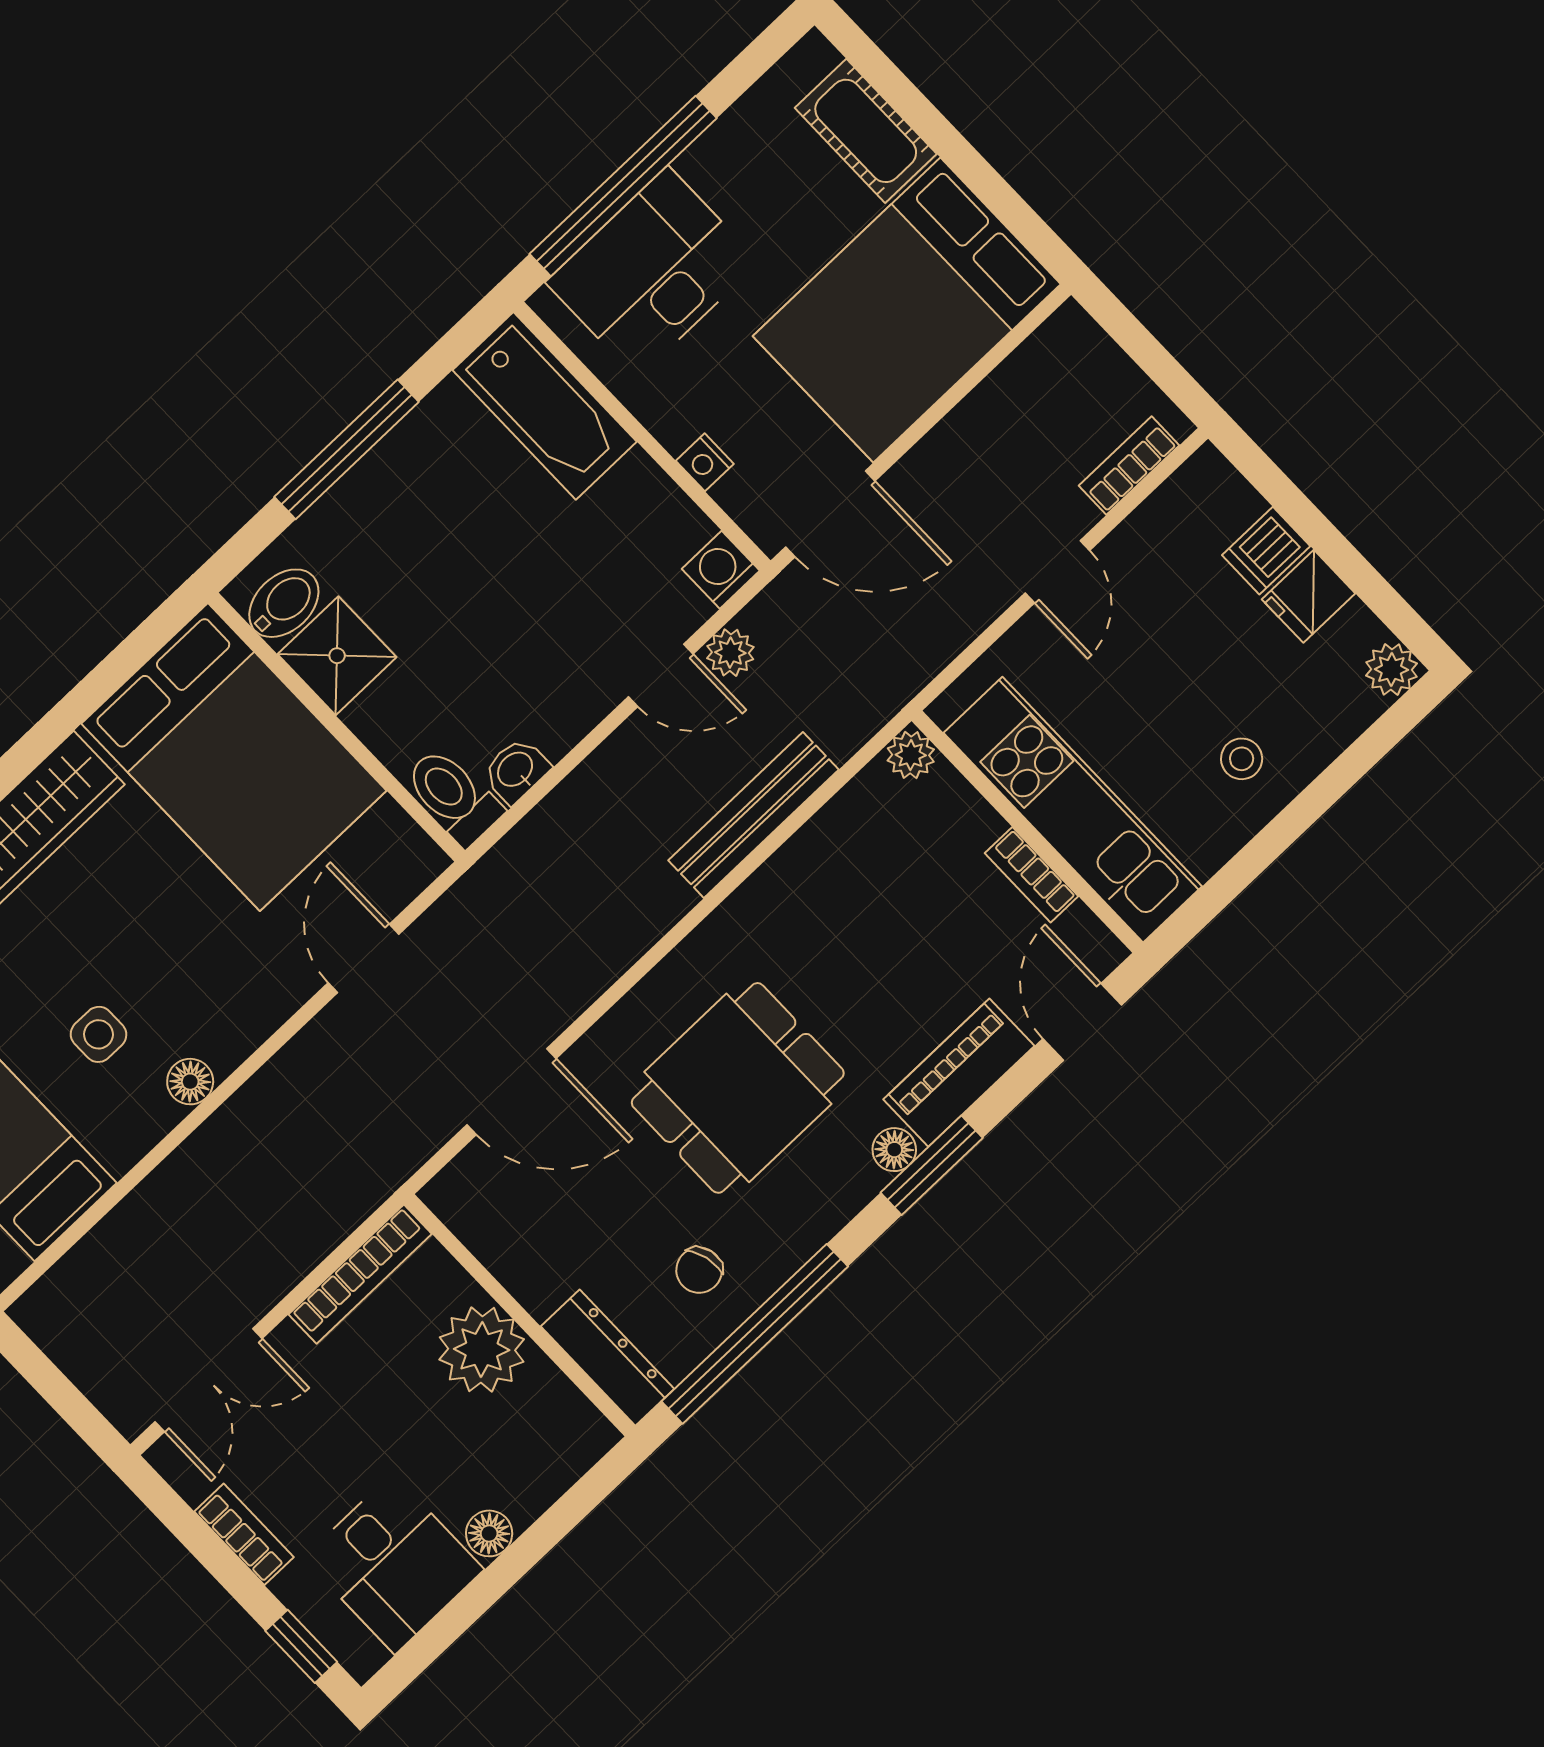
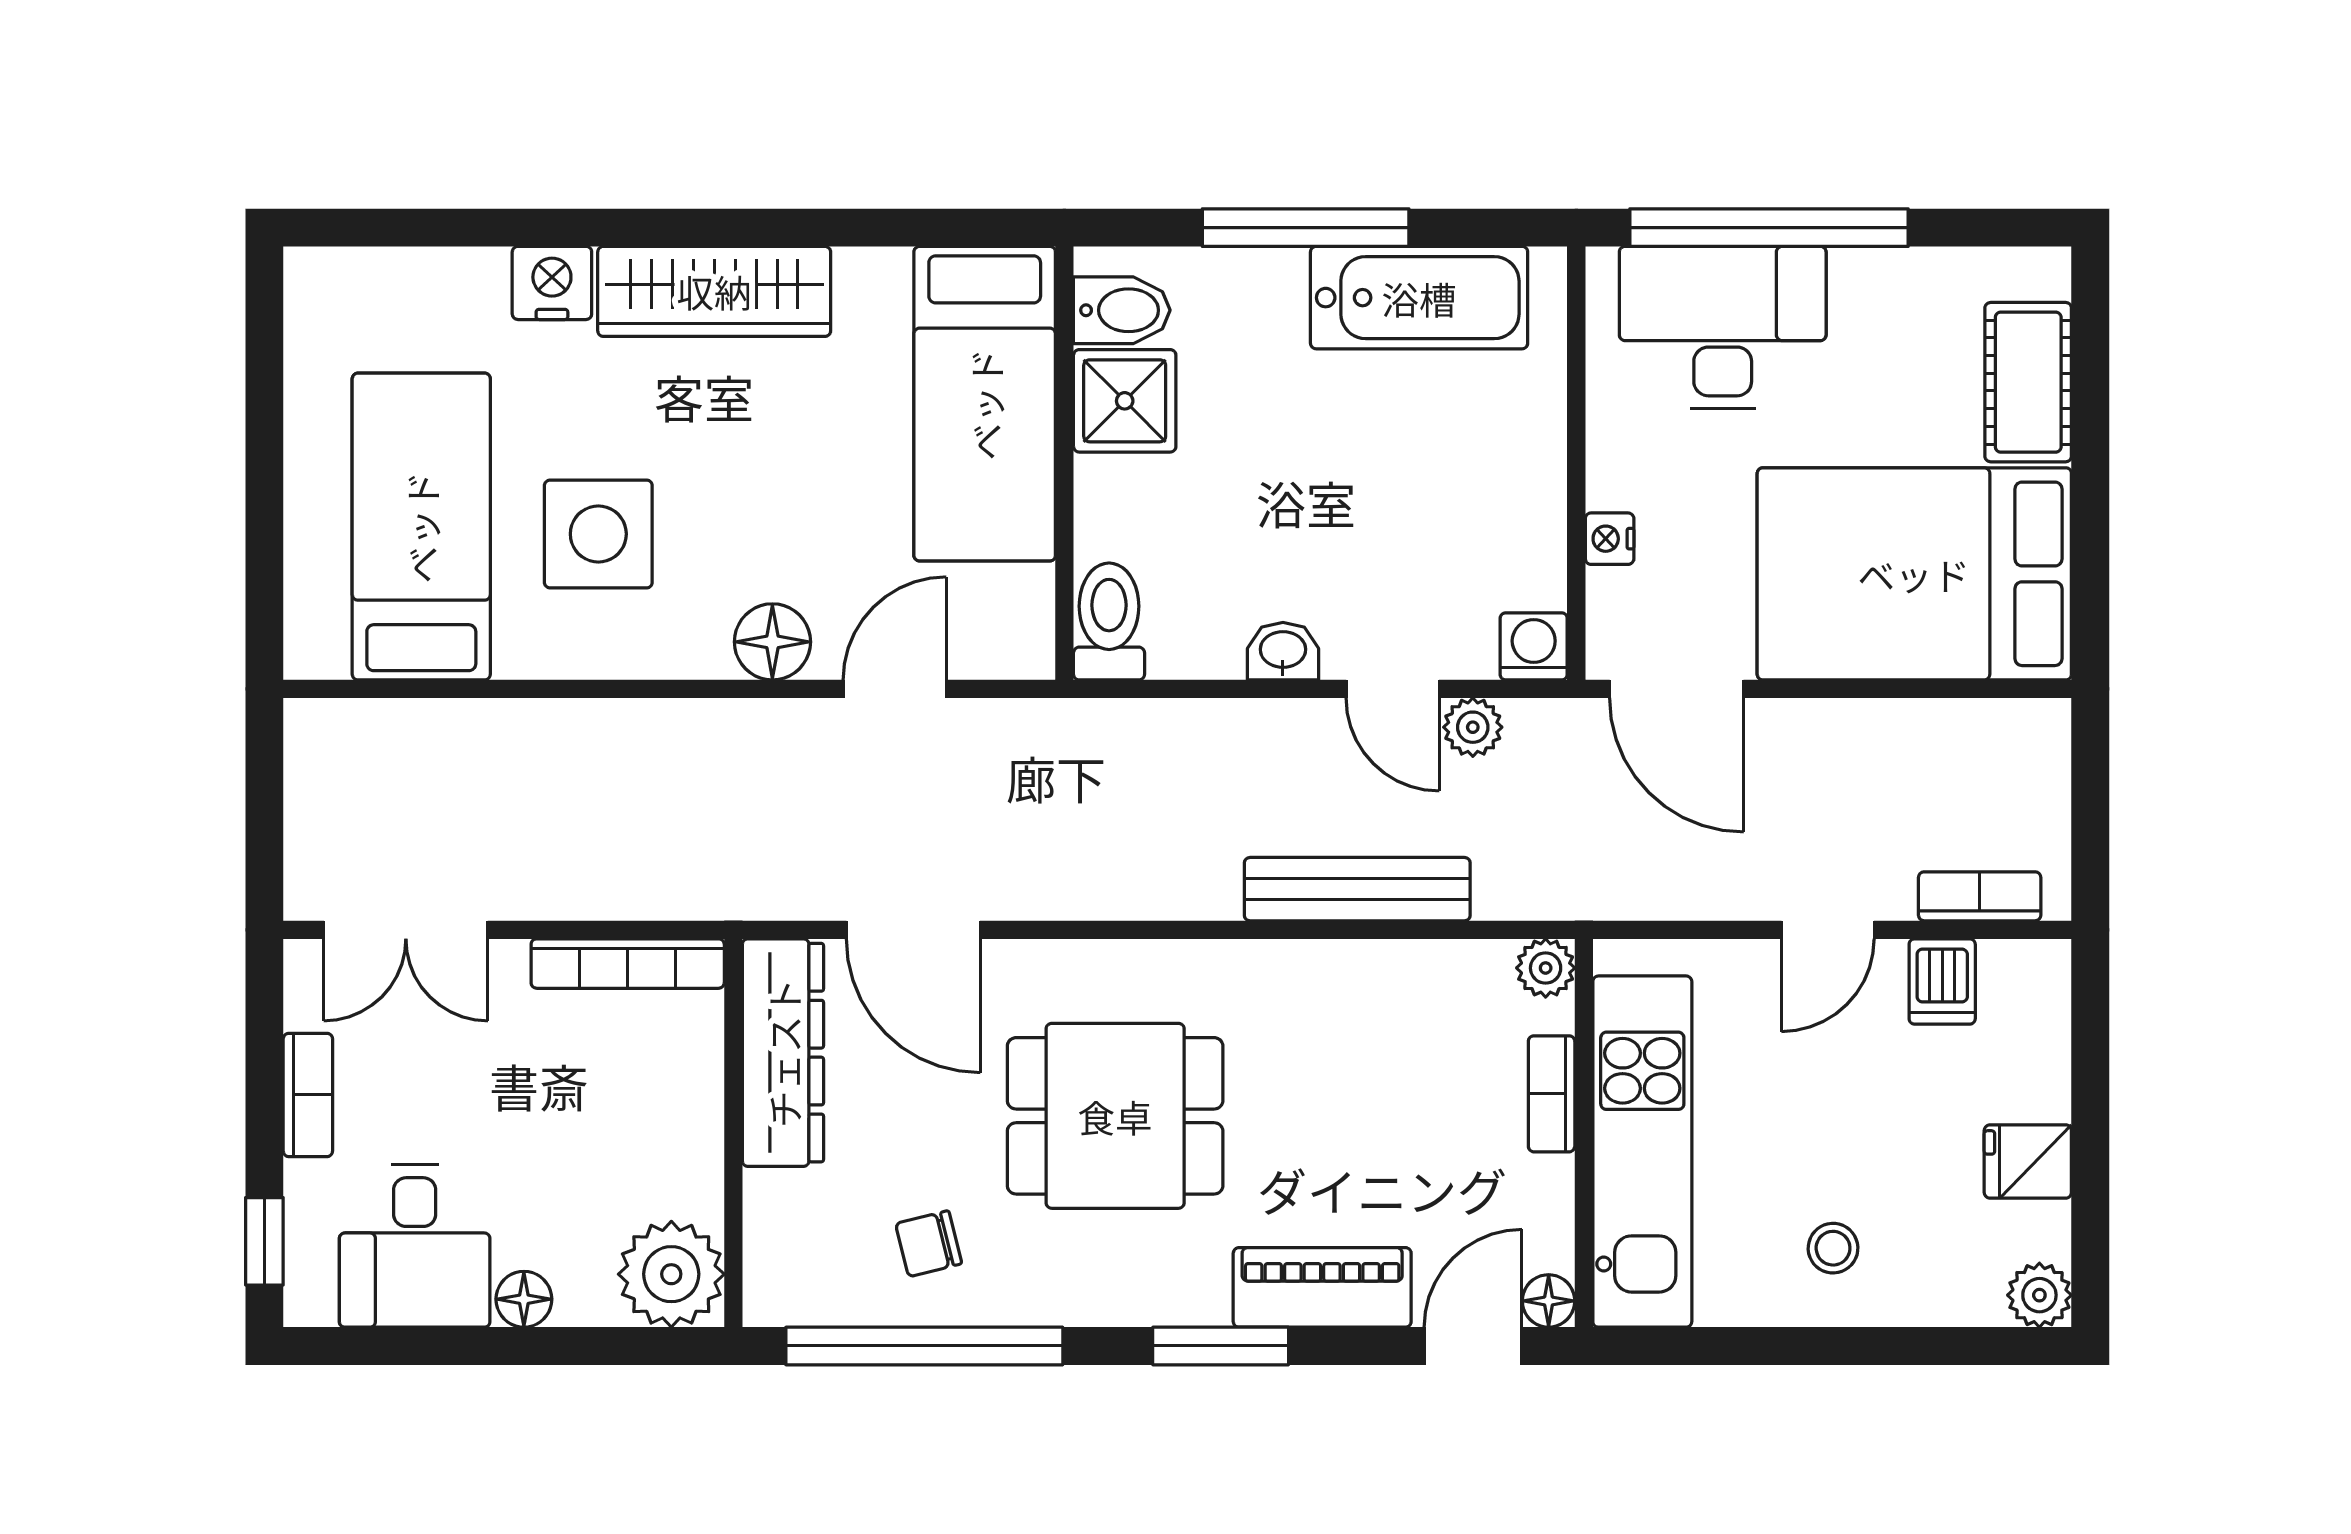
bathtub: (545, 406) -> (1419, 298), moved, turned -90
dishwasher: (1266, 551) -> (1942, 981), moved, turned -90
bed: (234, 757) -> (985, 404), width x0.67
washbasin: (516, 770) -> (1283, 651), moved
bookcase: (1031, 875) -> (1552, 1094), moved
side table: (99, 1034) -> (598, 534), width x1.87, depth x1.87
floor lamp: (190, 1082) -> (772, 642), moved, width x1.37, depth x1.37
floor lamp: (894, 1150) -> (1549, 1301), moved
plant: (482, 1349) -> (671, 1274), moved
dresser: (607, 1358) -> (783, 1053), moved, width x1.37, depth x1.24

